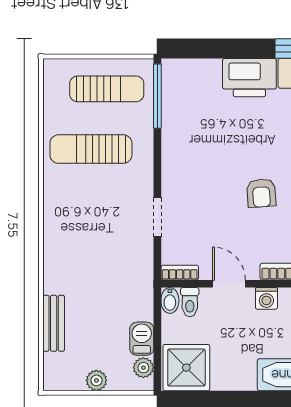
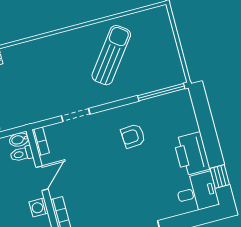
sun lounger: (107, 89) -> (157, 55), removed
sun lounger: (91, 149) -> (111, 55), turned 37
armchair: (261, 193) -> (133, 136), moved

